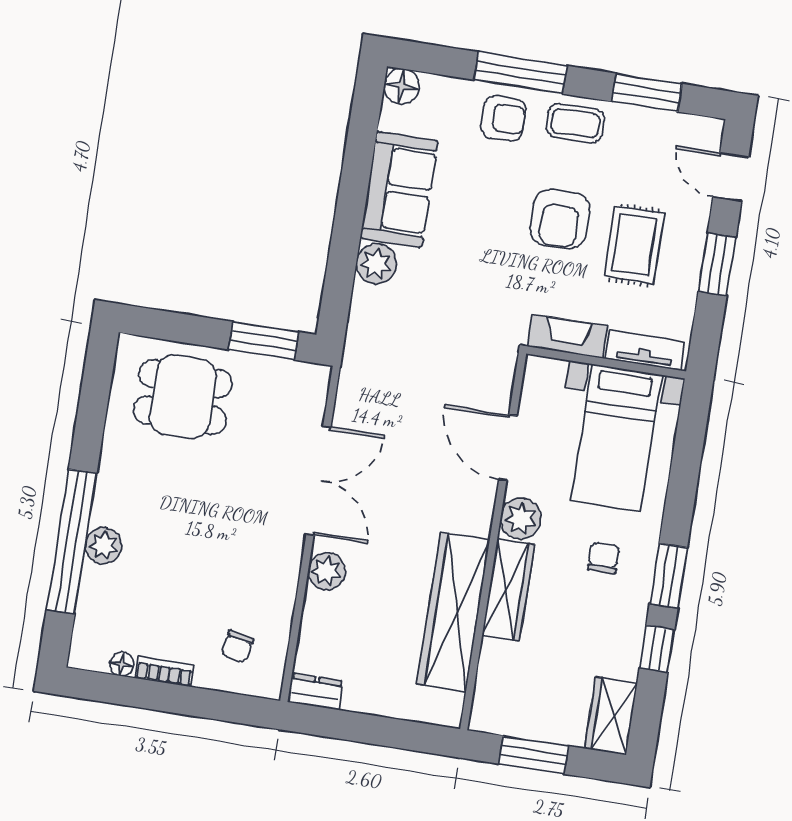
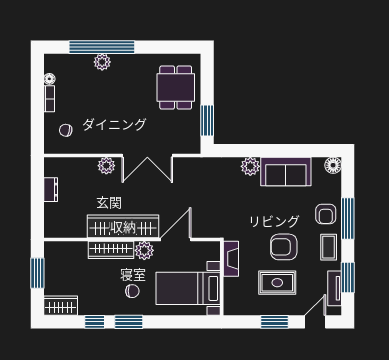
tv unit: (645, 350) -> (335, 288), moved, turned 180
wardrobe: (453, 612) -> (123, 226), moved
dresser: (315, 692) -> (51, 190), moved

